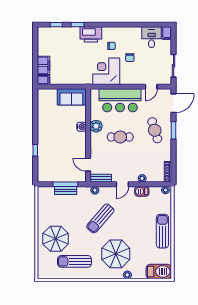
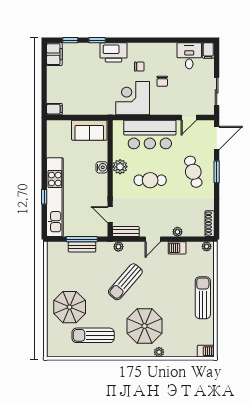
filing cabinet: (43, 65) -> (54, 54), moved
kitchen unit: (44, 151) -> (55, 197), added
barbecue: (159, 271) -> (206, 351), width x0.53, depth x0.65

